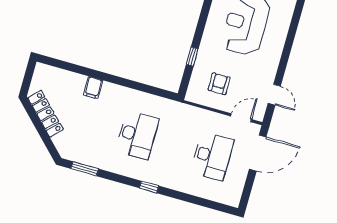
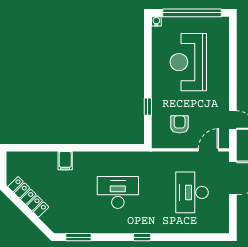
desk: (137, 135) -> (118, 192), turned -90
desk: (212, 156) -> (192, 192), turned 180

